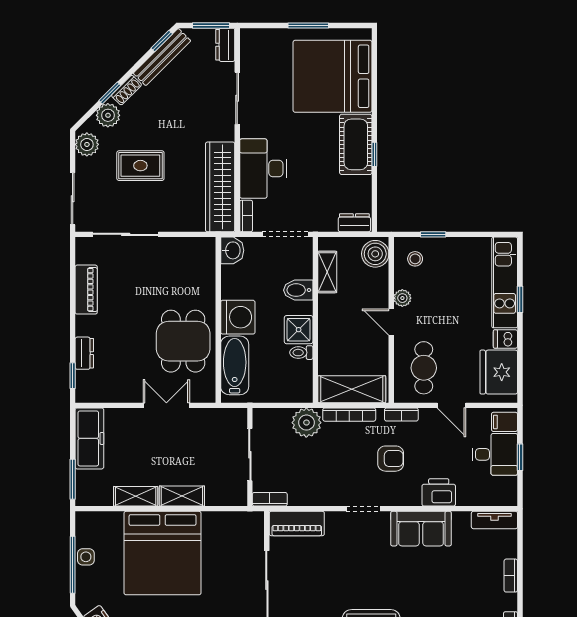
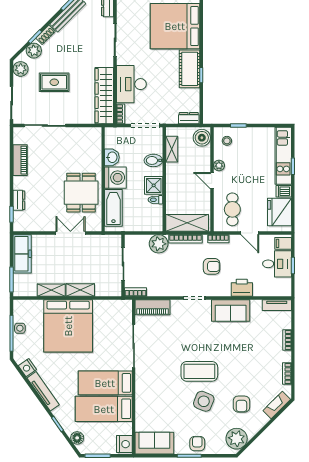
washbasin: (232, 250) -> (112, 157), moved

